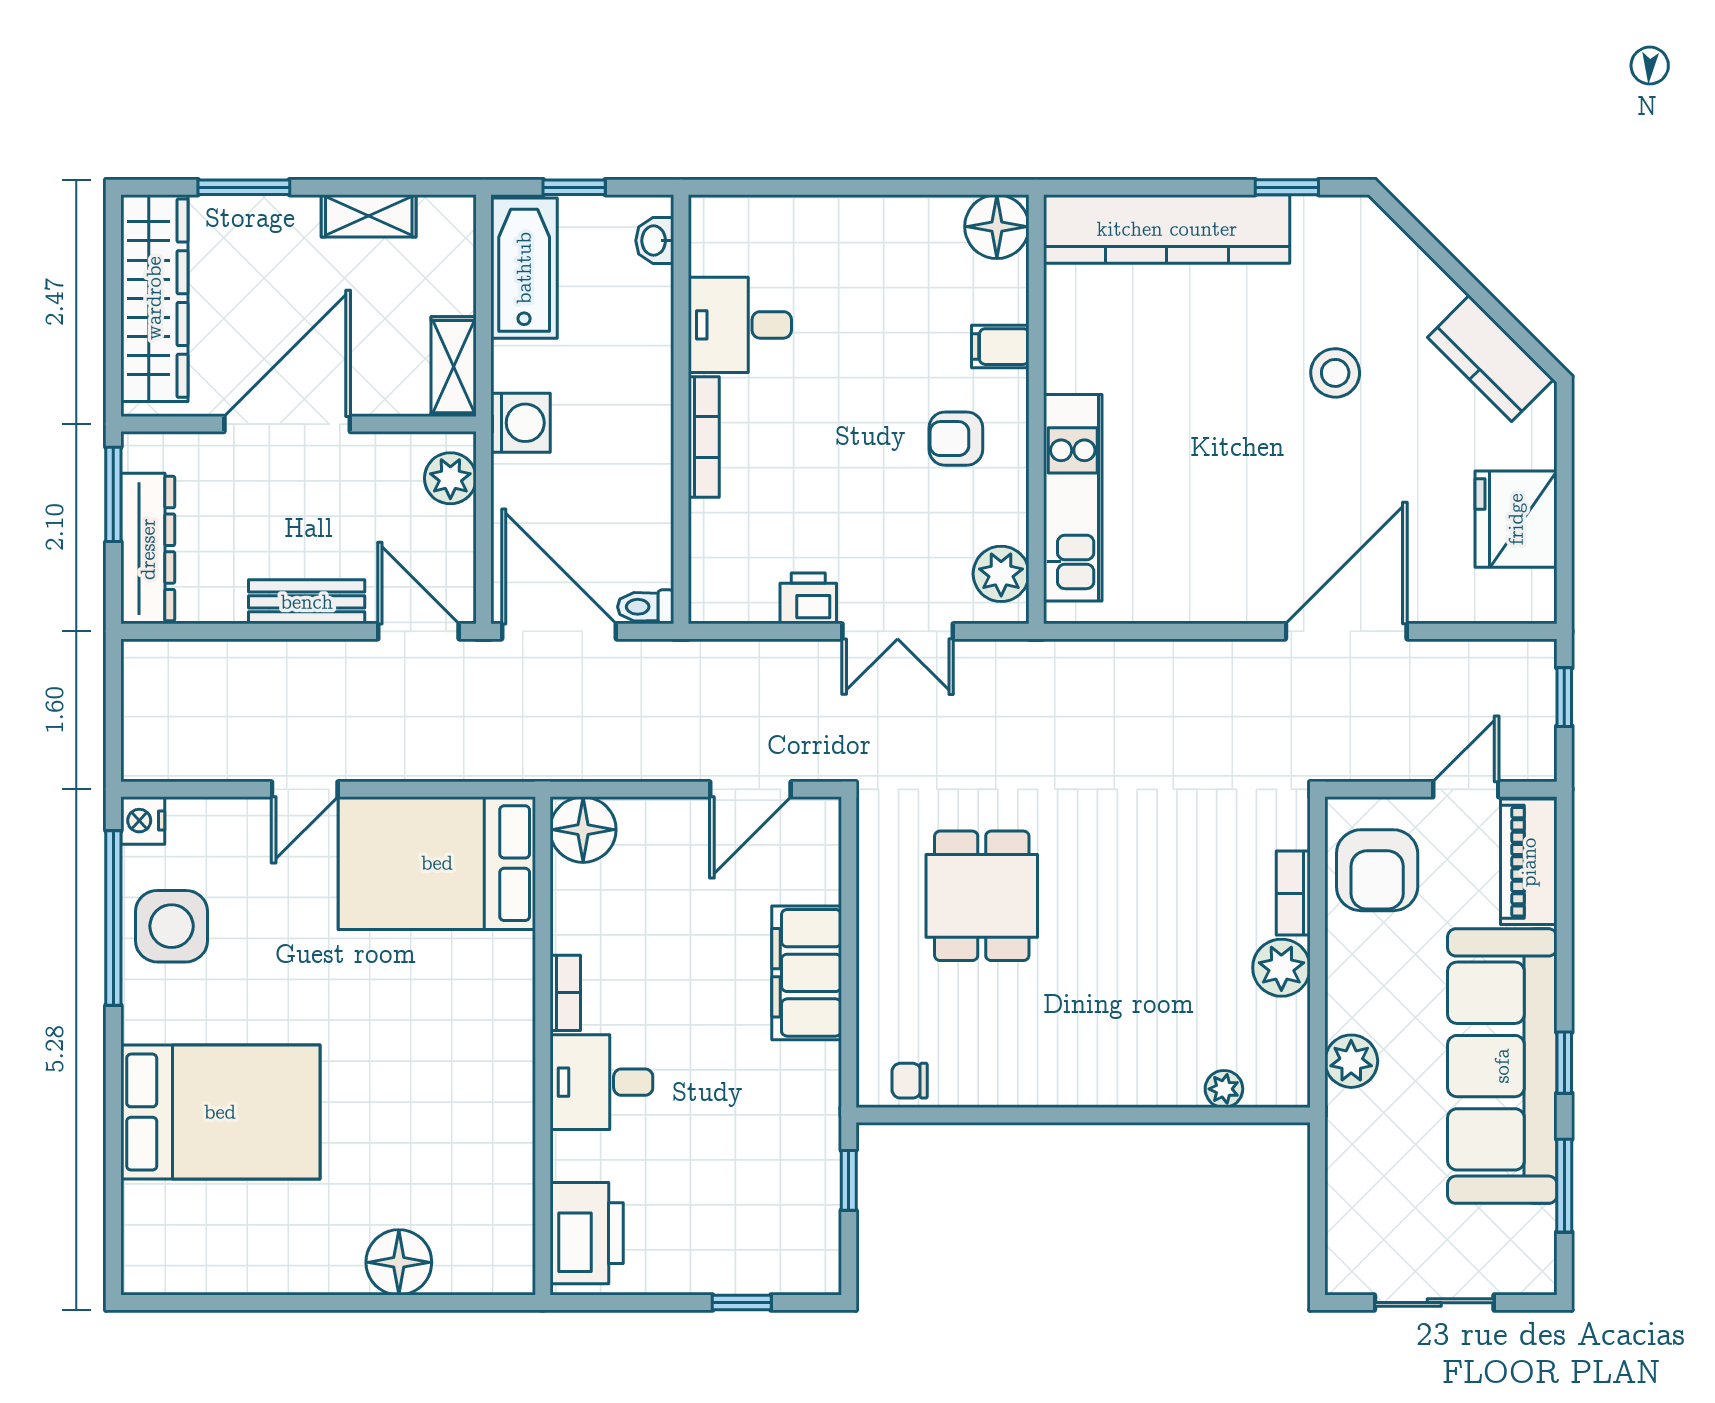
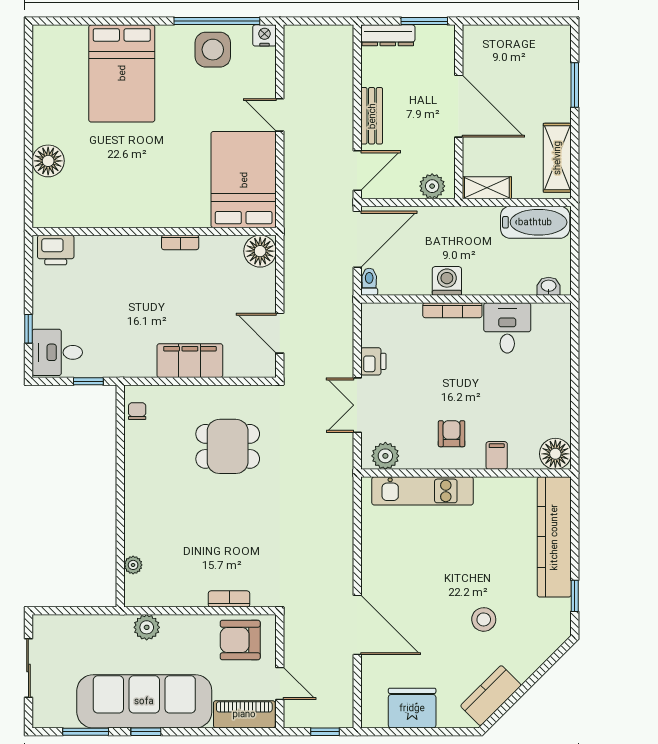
window: (574, 187) -> (575, 247), removed
shelving: (369, 216) -> (557, 158), width x1.50, depth x1.33
wardrobe: (154, 298) -> (520, 41), removed
washing machine: (520, 423) -> (447, 281), moved, turned 180
dresser: (148, 549) -> (388, 35), width x0.73, depth x0.80
plant: (1281, 968) -> (192, 593), removed
desk: (601, 1082) -> (57, 352), moved, turned -90
printer: (587, 1233) -> (56, 250), width x0.73, depth x0.84

